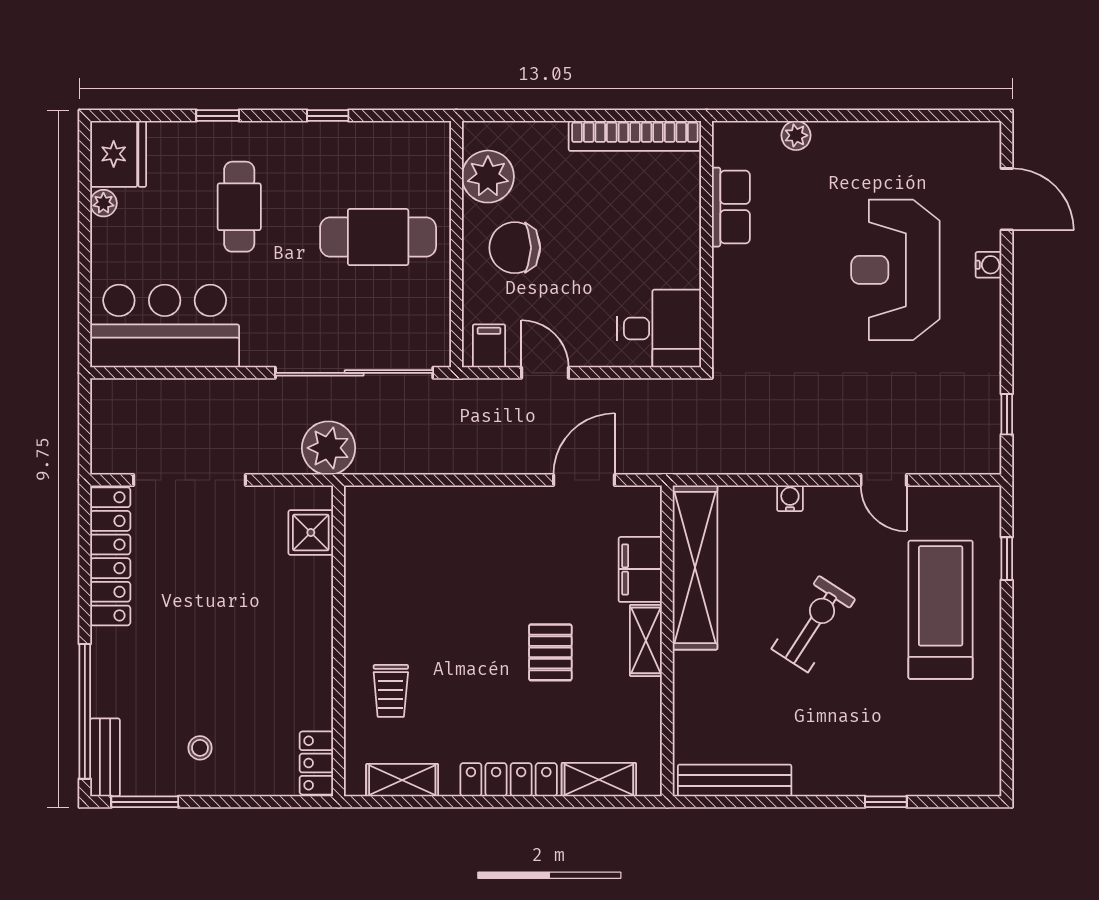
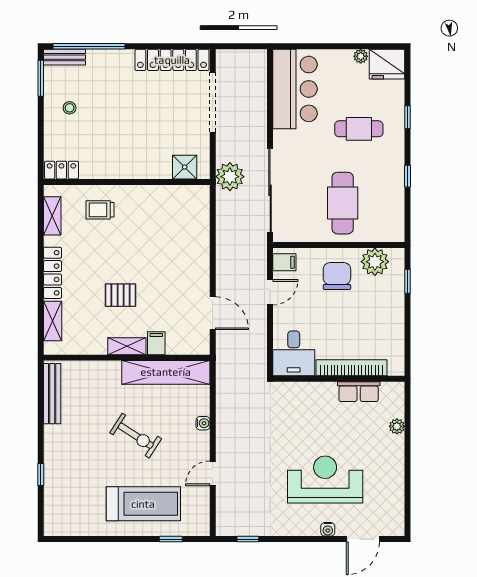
window: (524, 116) -> (408, 281), added
bookcase: (635, 136) -> (351, 368), moved, turned 90
filing cabinet: (640, 569) -> (156, 343), width x0.50

